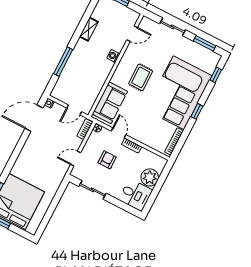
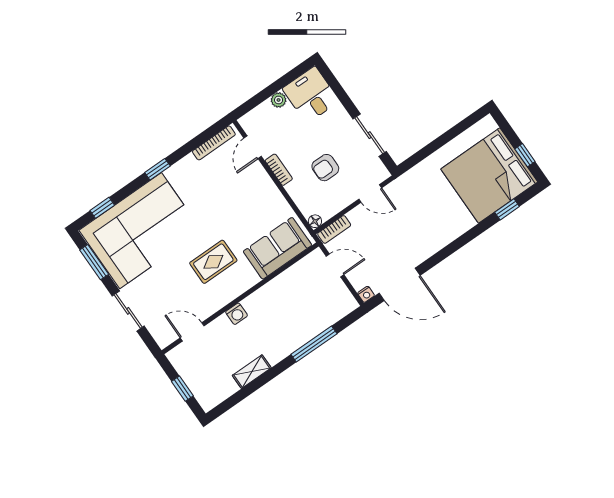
corner sofa: (179, 93) -> (141, 231), moved
door: (119, 133) -> (253, 147), moved
plant: (150, 177) -> (279, 100), width x0.53, depth x0.53

